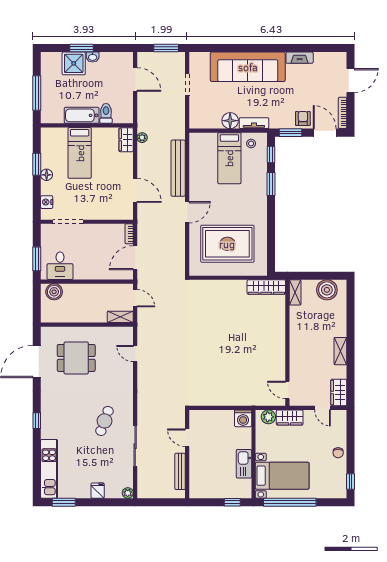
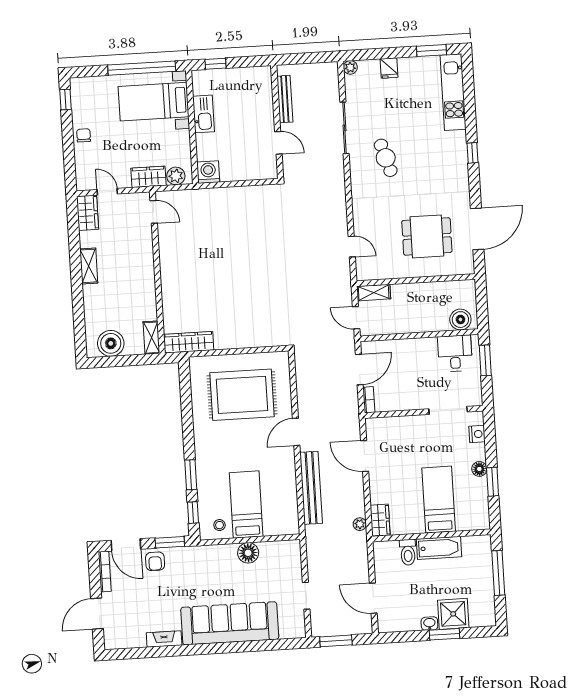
tv unit: (254, 123) -> (217, 551), removed
cafe table: (105, 421) -> (386, 158), turned -37

